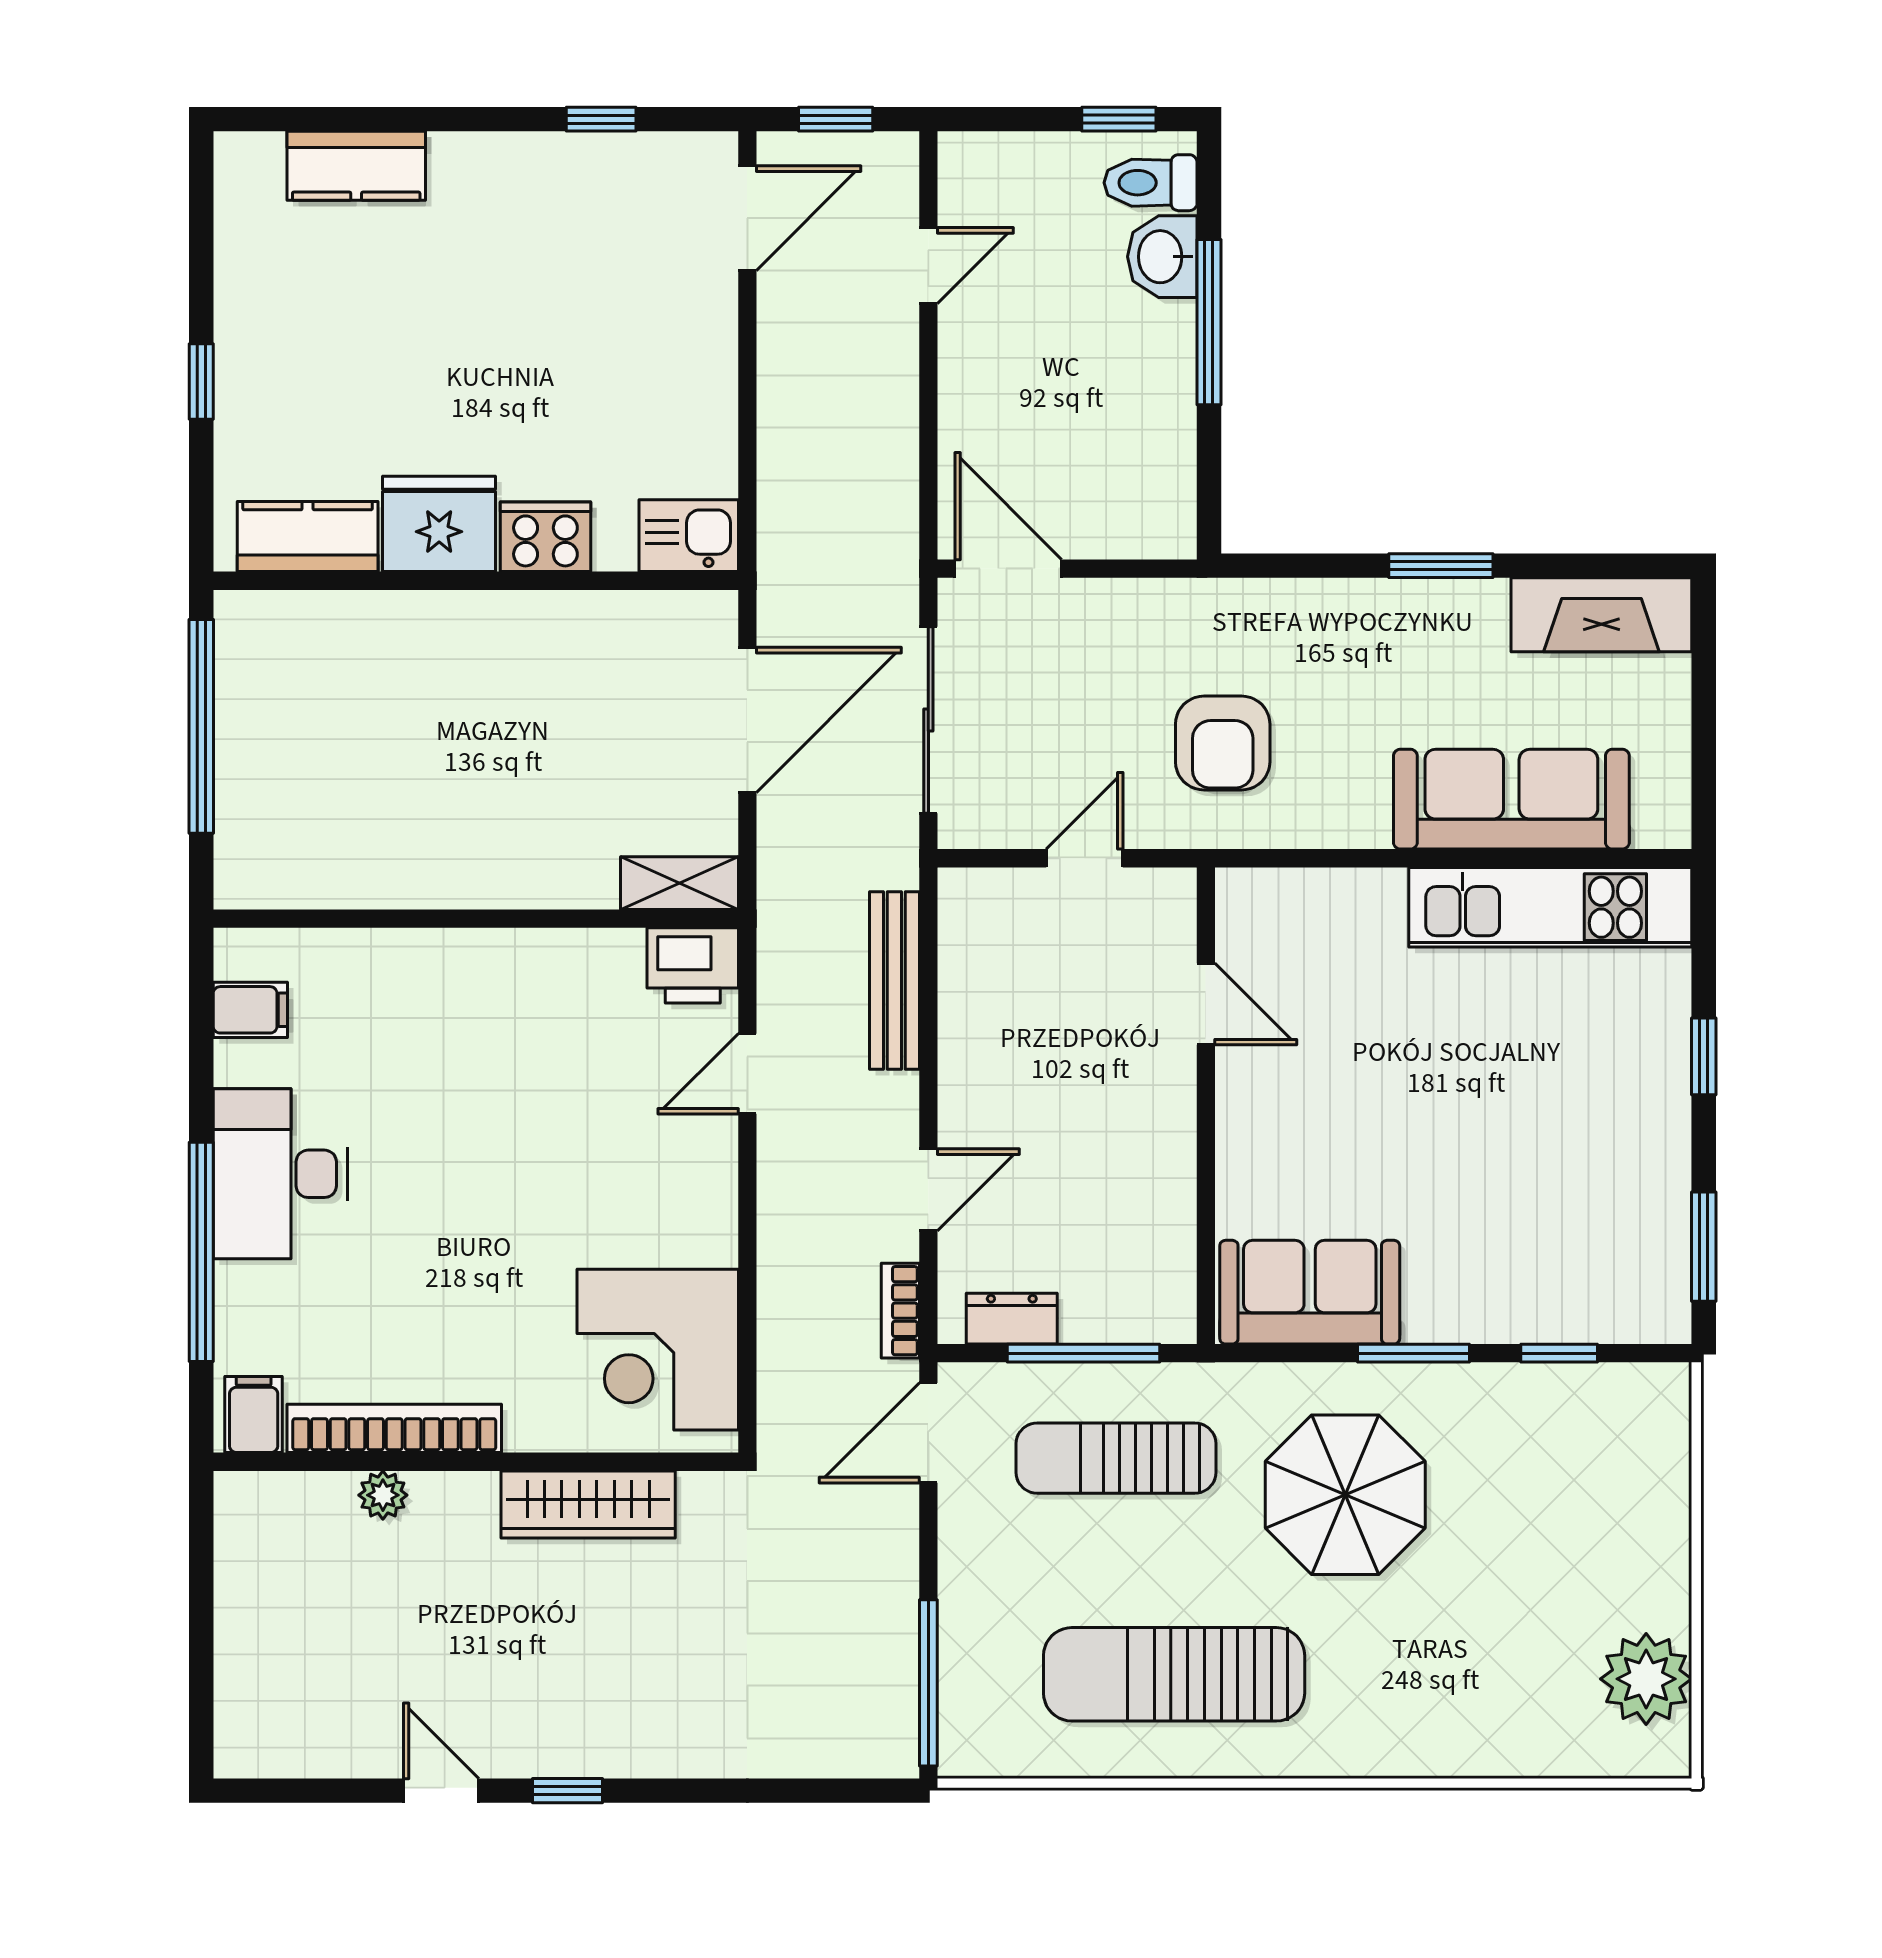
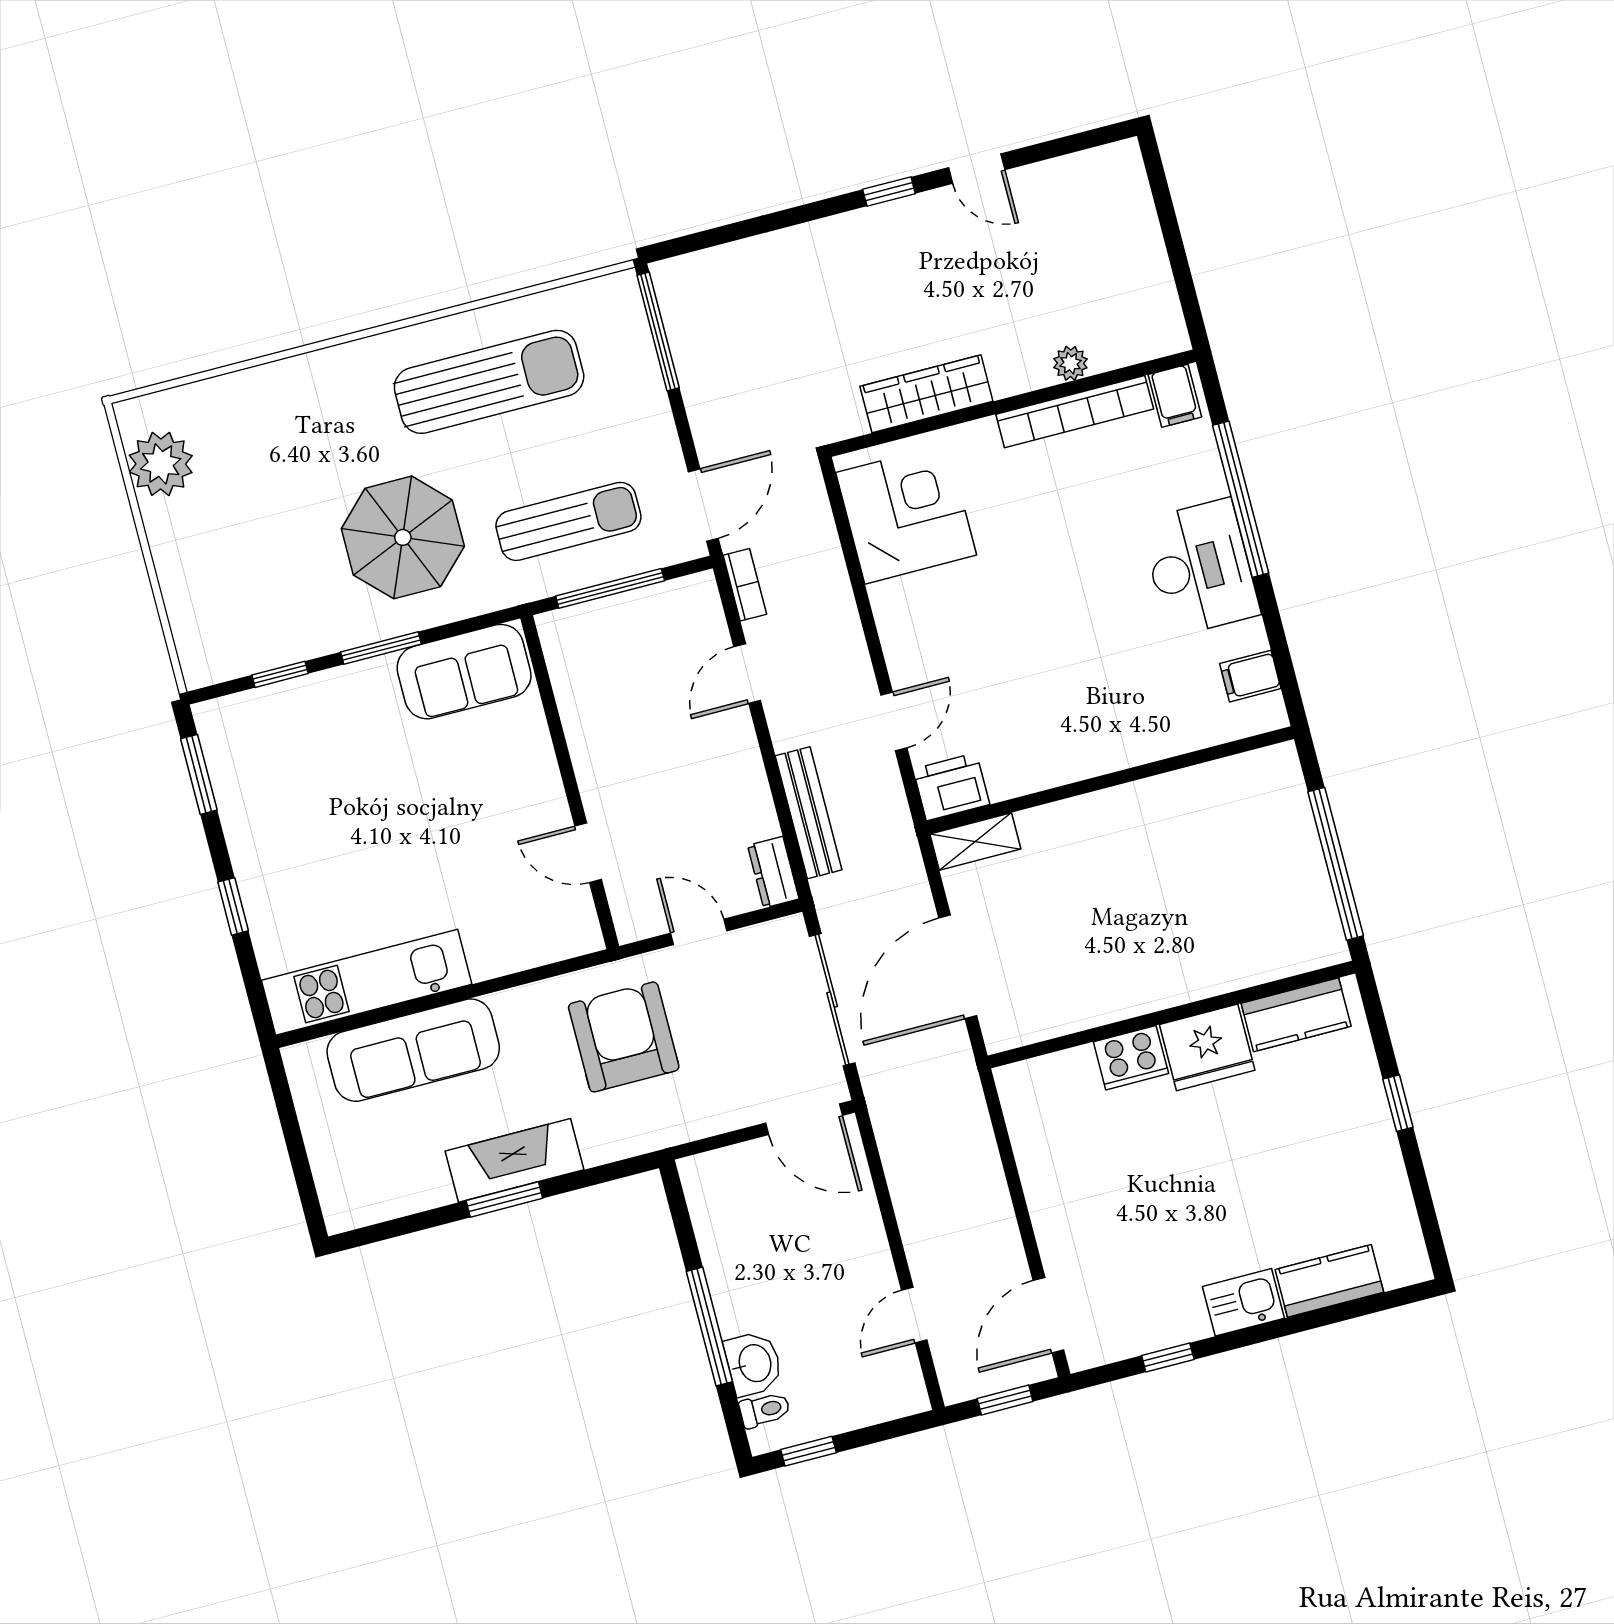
toilet: (1151, 183) -> (765, 1410), width x0.73, depth x0.72
kitchen sink: (689, 536) -> (1243, 1302), moved, turned 180
fireplace: (1601, 615) -> (515, 1160), moved
armchair: (1223, 743) -> (624, 1037), width x1.36, depth x1.36
door: (1085, 858) -> (699, 932), swing flipped
dresser: (1012, 1319) -> (773, 872), moved, turned 90

